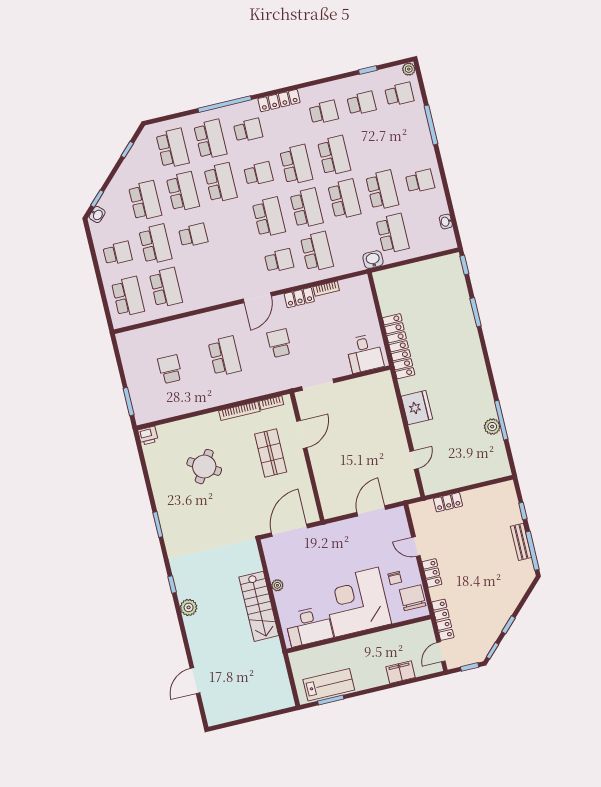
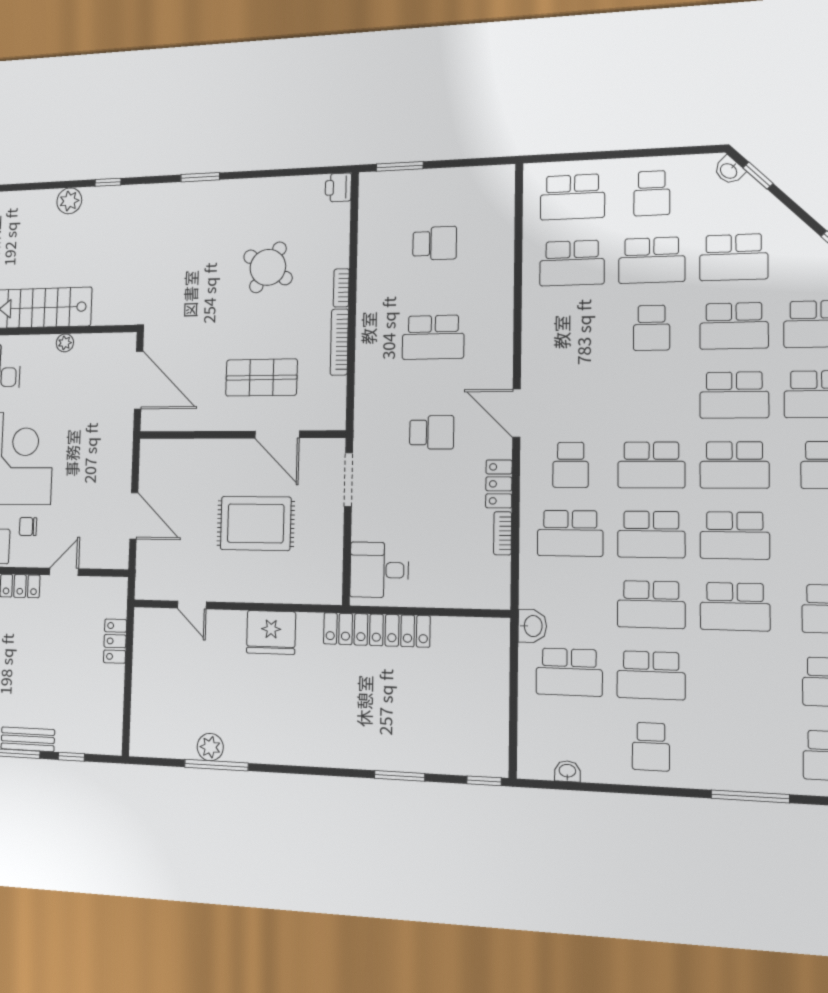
school desk: (258, 174) -> (734, 465), width x1.85
bookcase: (271, 403) -> (341, 288), moved
rug: (357, 434) -> (256, 523), added

